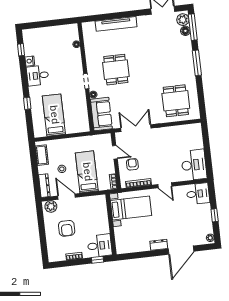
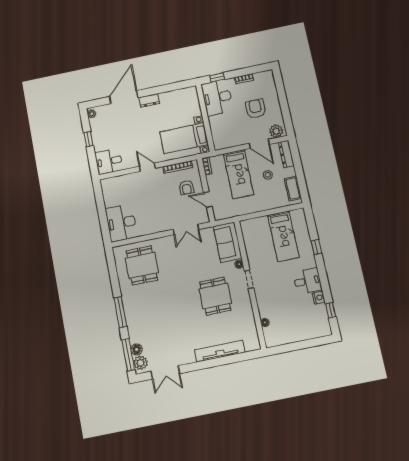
double door: (136, 128) -> (186, 229), width x0.73
desk: (194, 165) -> (121, 223), moved
desk: (100, 246) -> (217, 98), width x1.37

